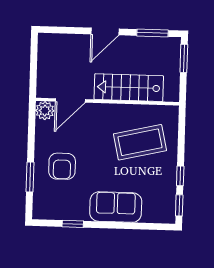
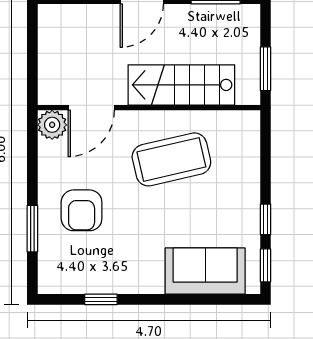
window: (184, 58) -> (266, 69), moved
coffee table: (140, 142) -> (171, 159), moved
sofa: (116, 207) -> (205, 271), moved

